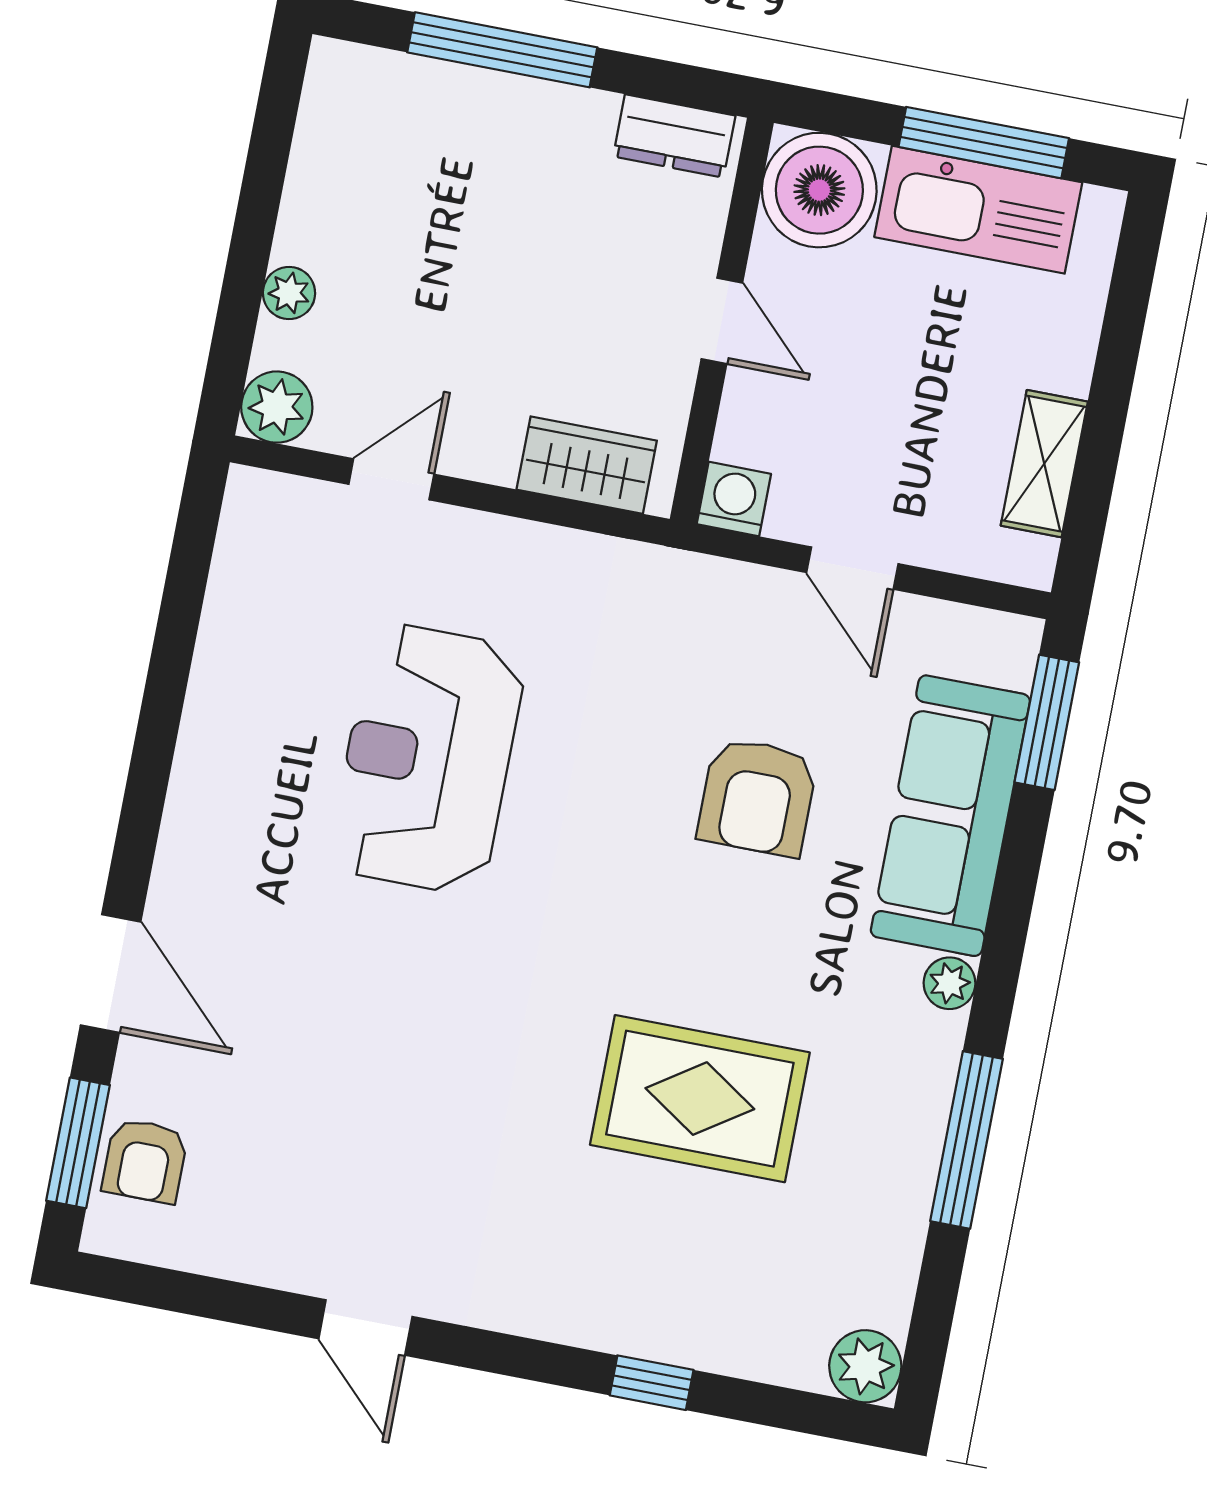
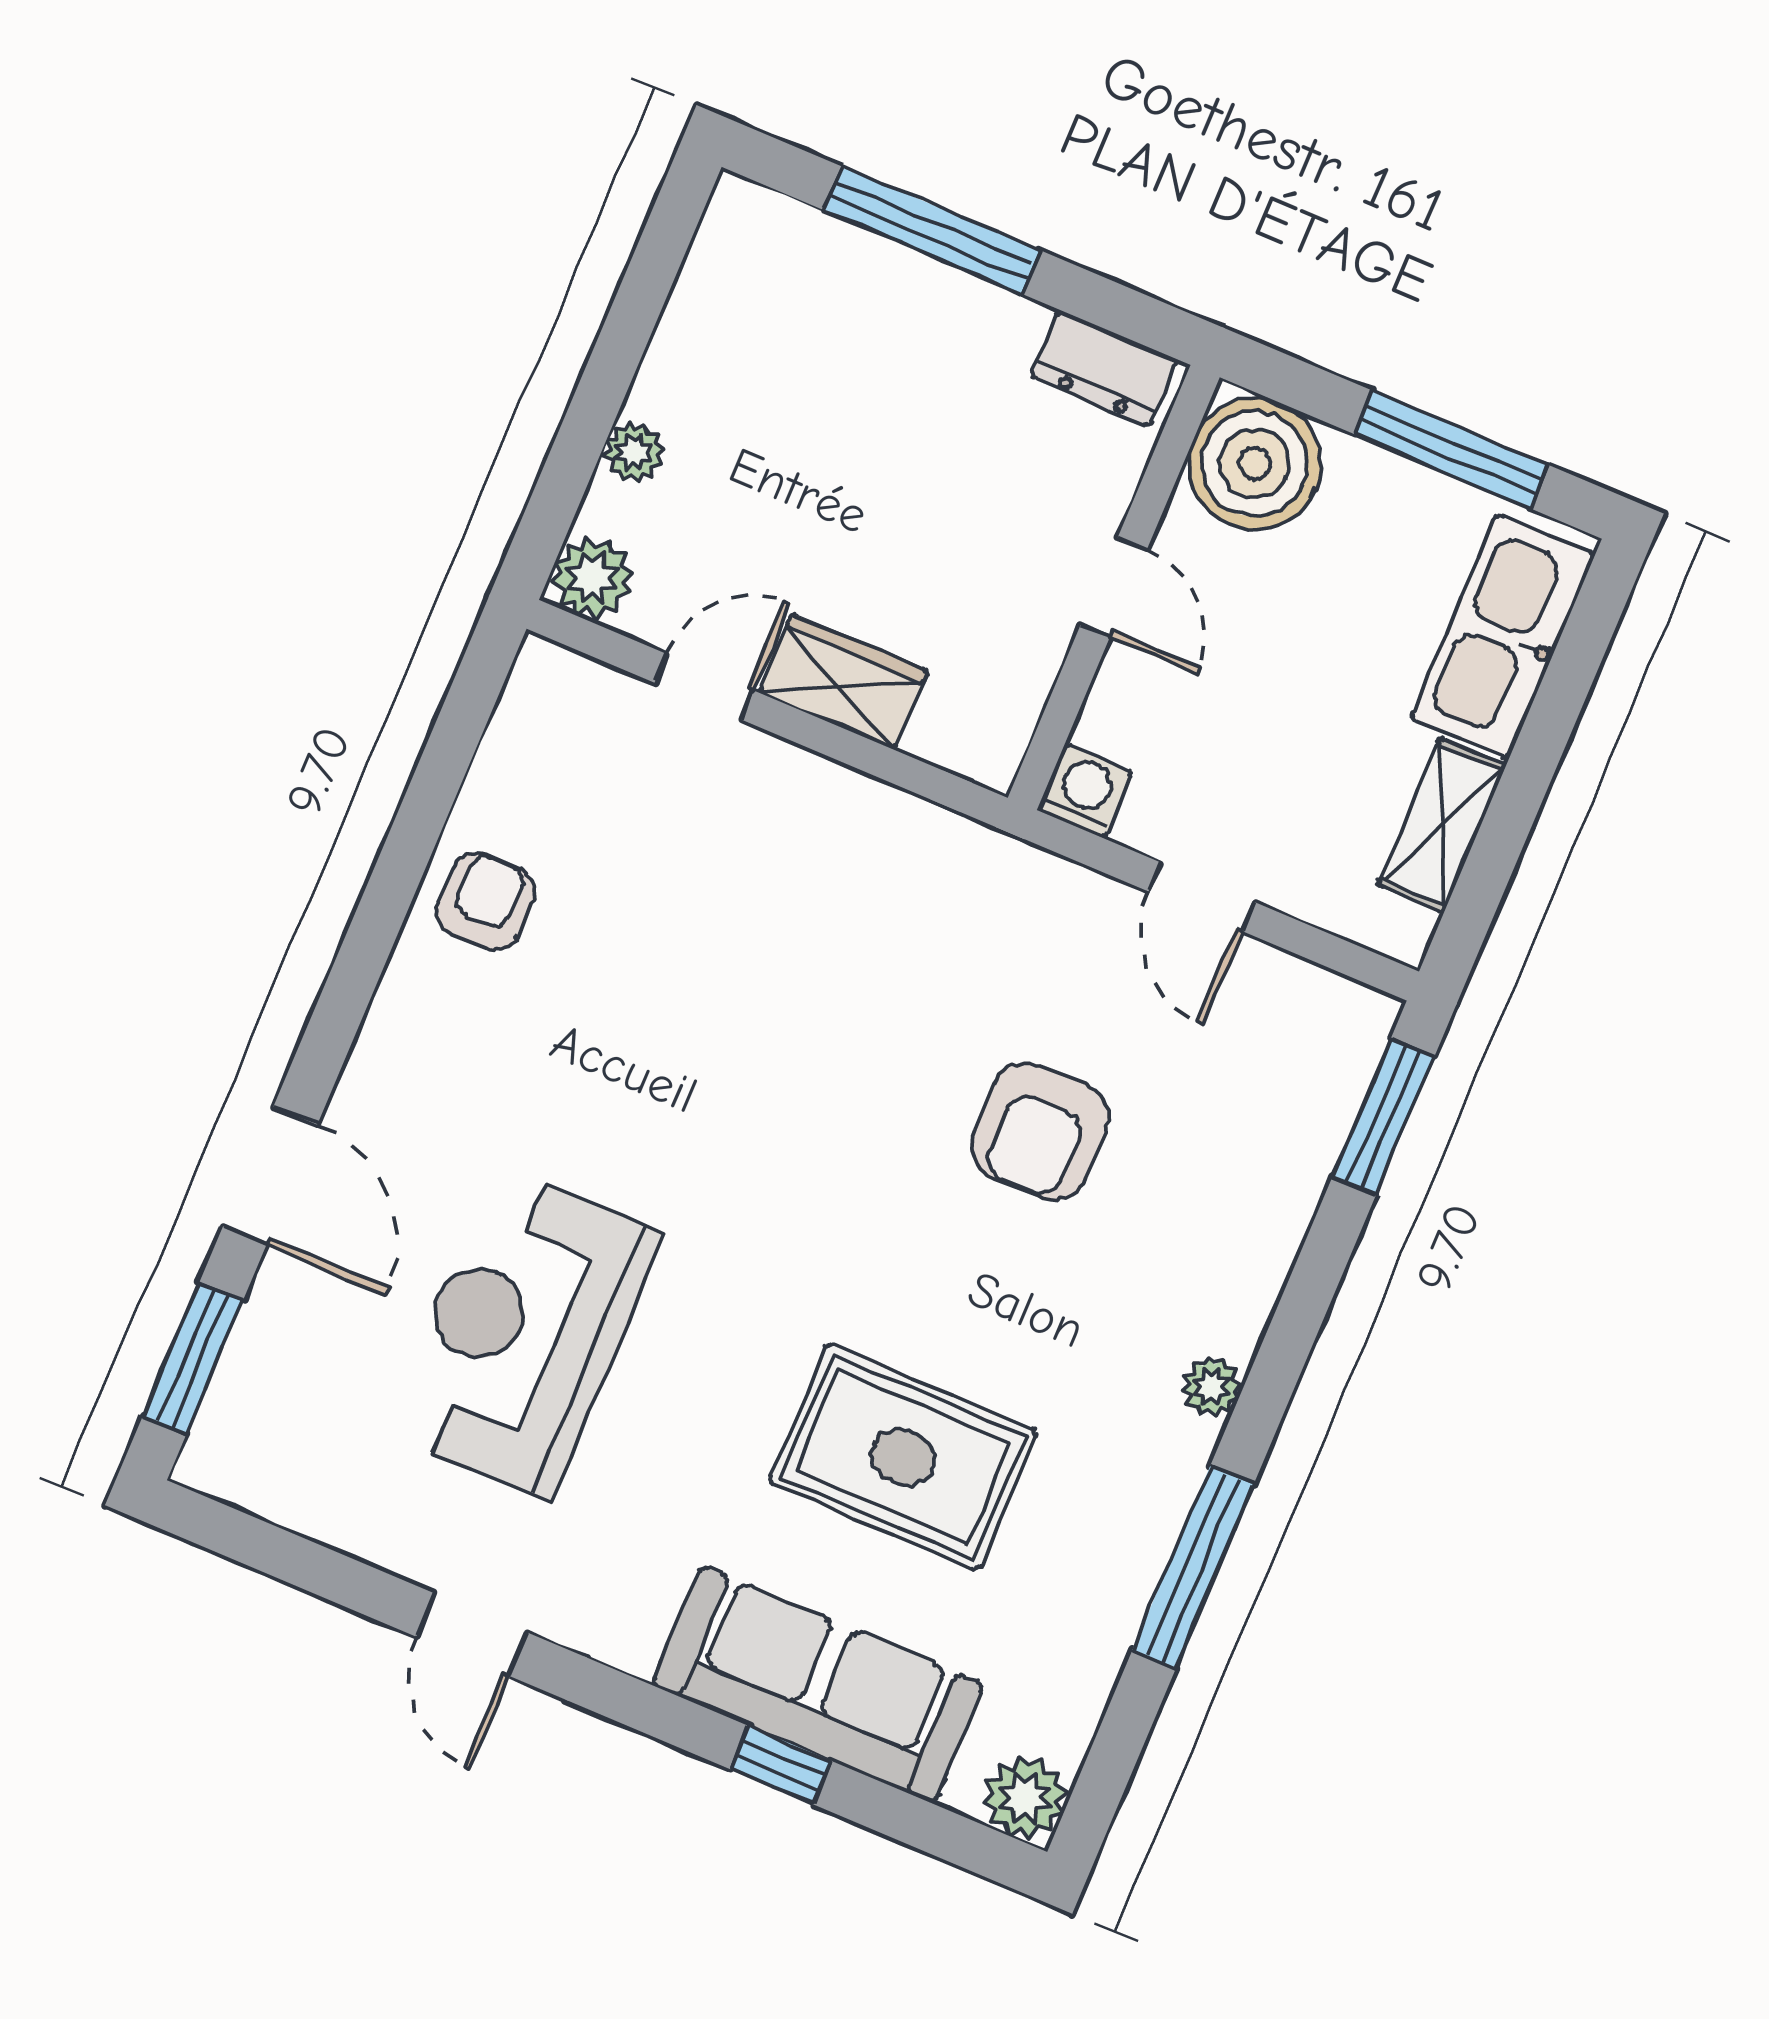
kitchen sink: (978, 210) -> (1503, 636), moved, turned 90
wardrobe: (587, 465) -> (843, 682), moved
reception desk: (428, 759) -> (523, 1332), moved
sofa: (950, 816) -> (818, 1684), moved, turned 90
armchair: (145, 1161) -> (486, 901), moved, turned 180

